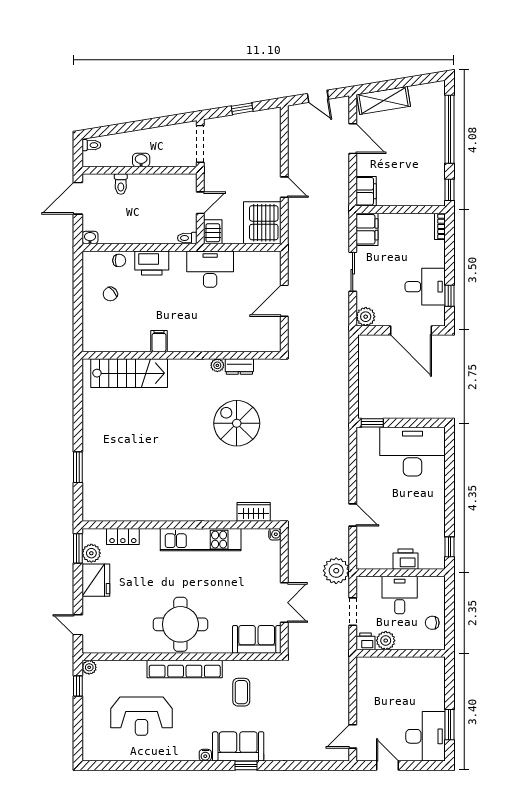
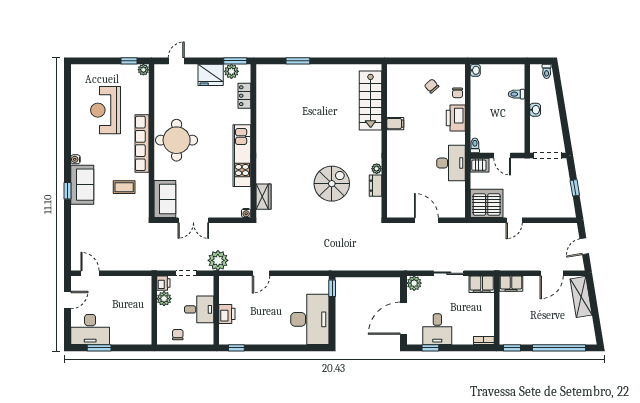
door: (78, 198) -> (506, 61), removed

